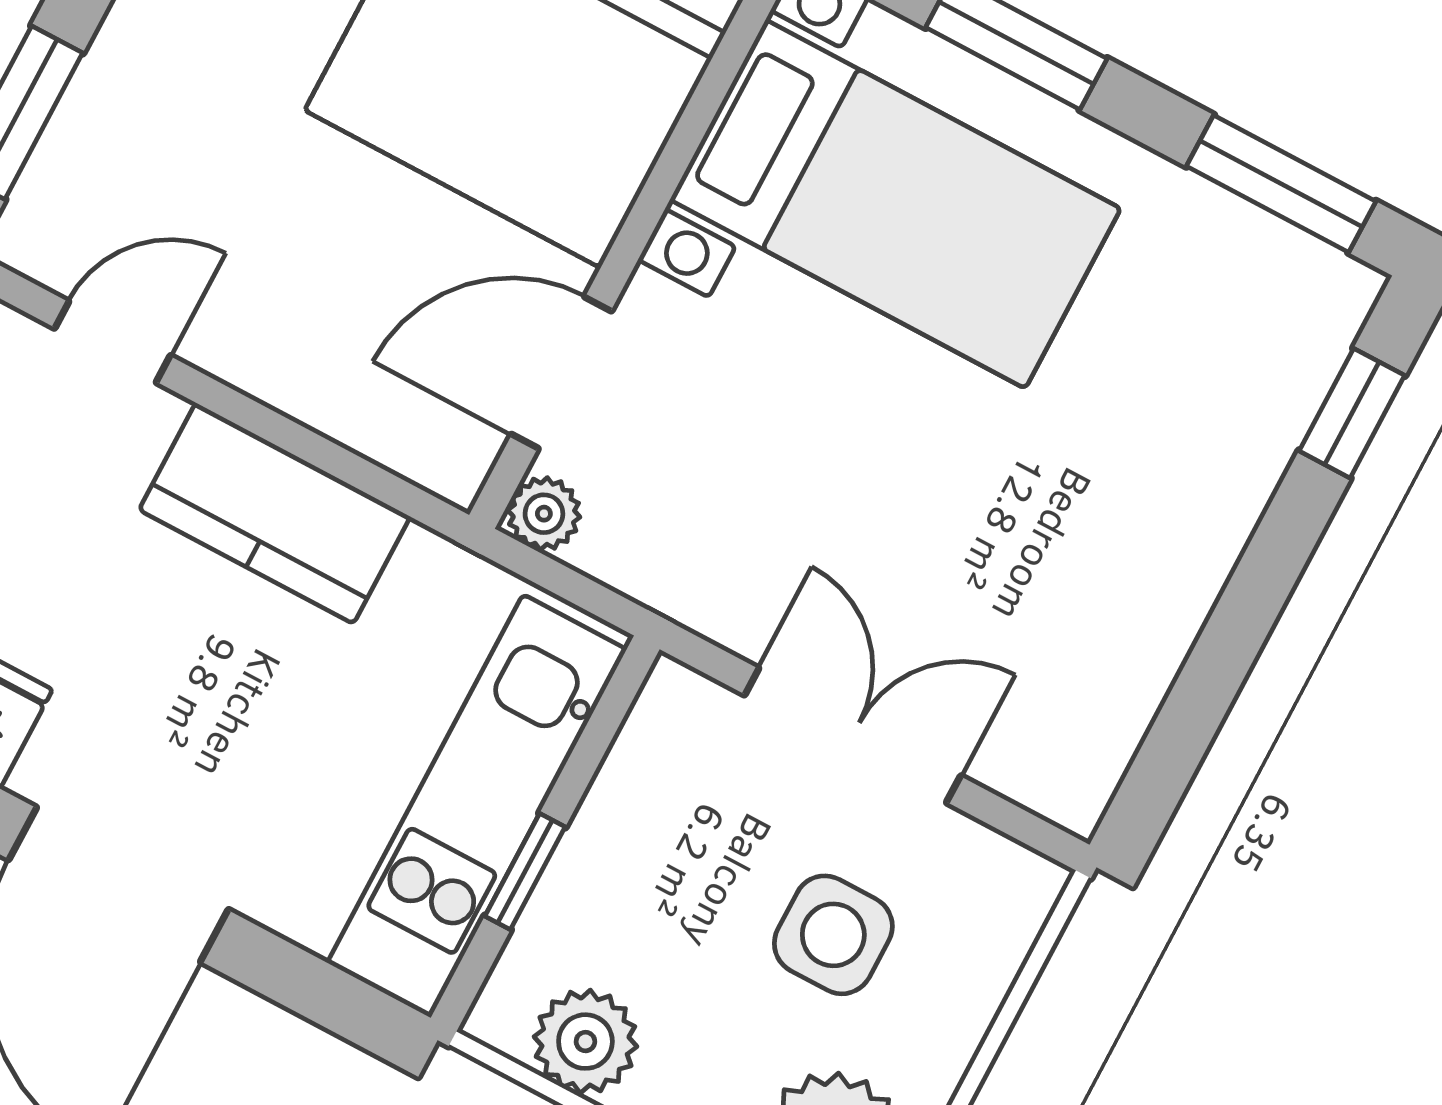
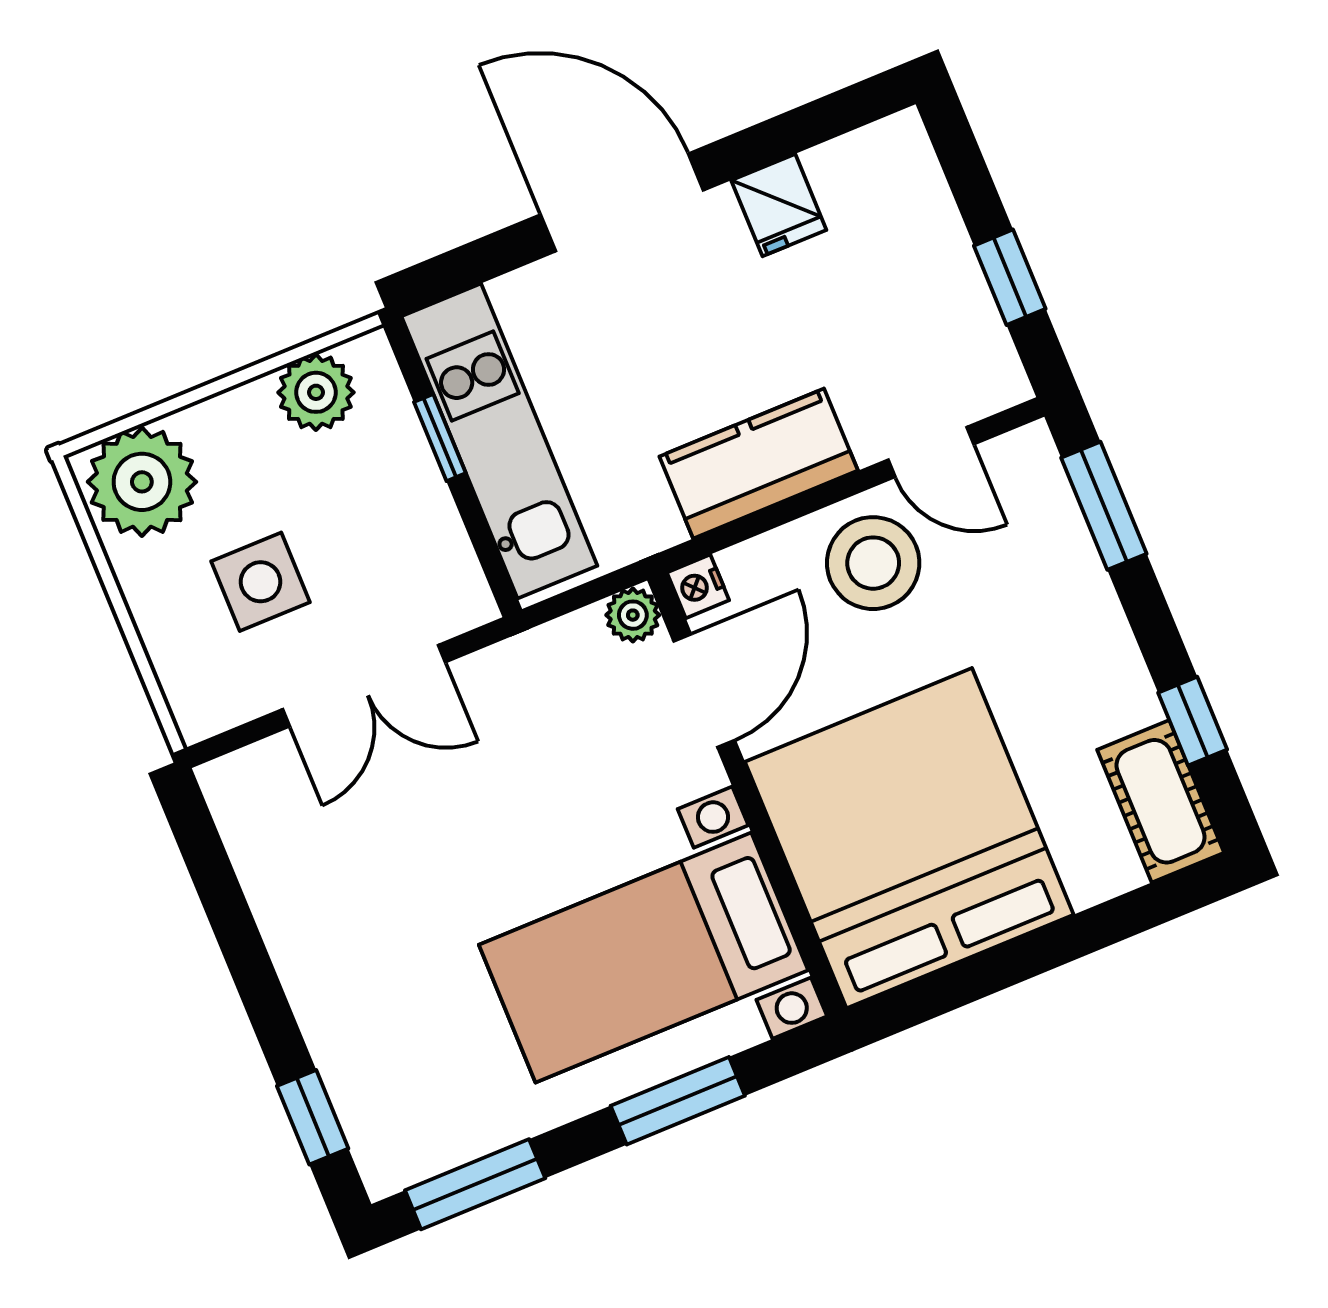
stool: (280, 306) -> (873, 563), added
door: (112, 342) -> (931, 452), hinge flipped
nightstand: (457, 470) -> (698, 586), added

